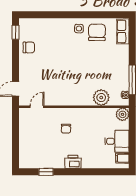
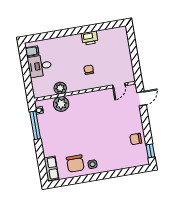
plant: (122, 114) -> (60, 88), moved
printer: (73, 162) -> (90, 38), moved
window: (46, 172) -> (100, 27), removed

